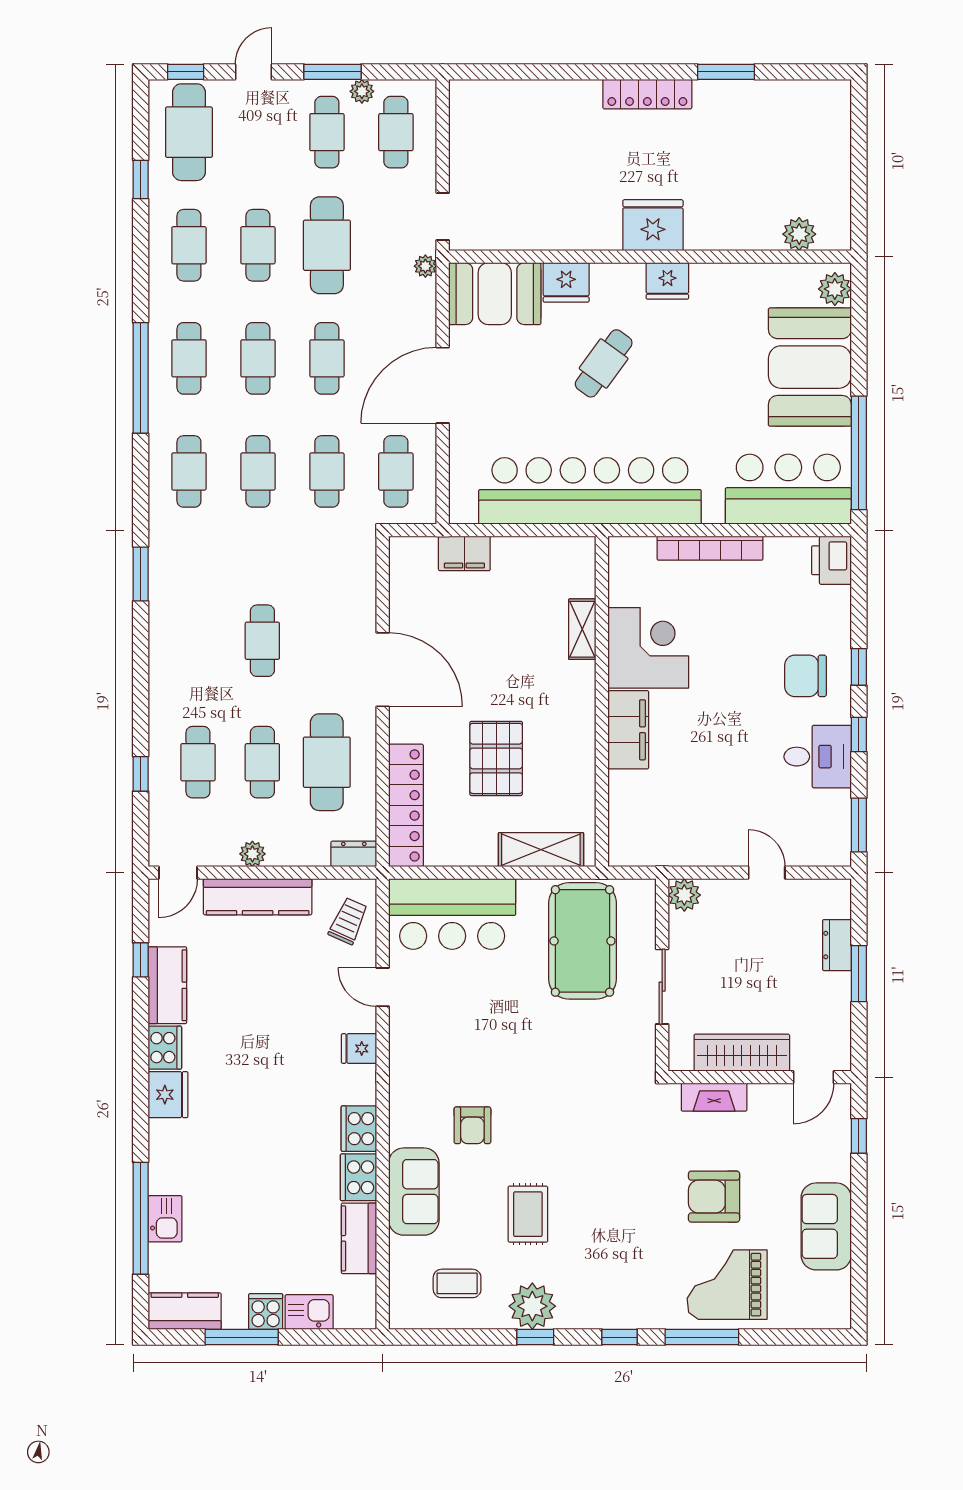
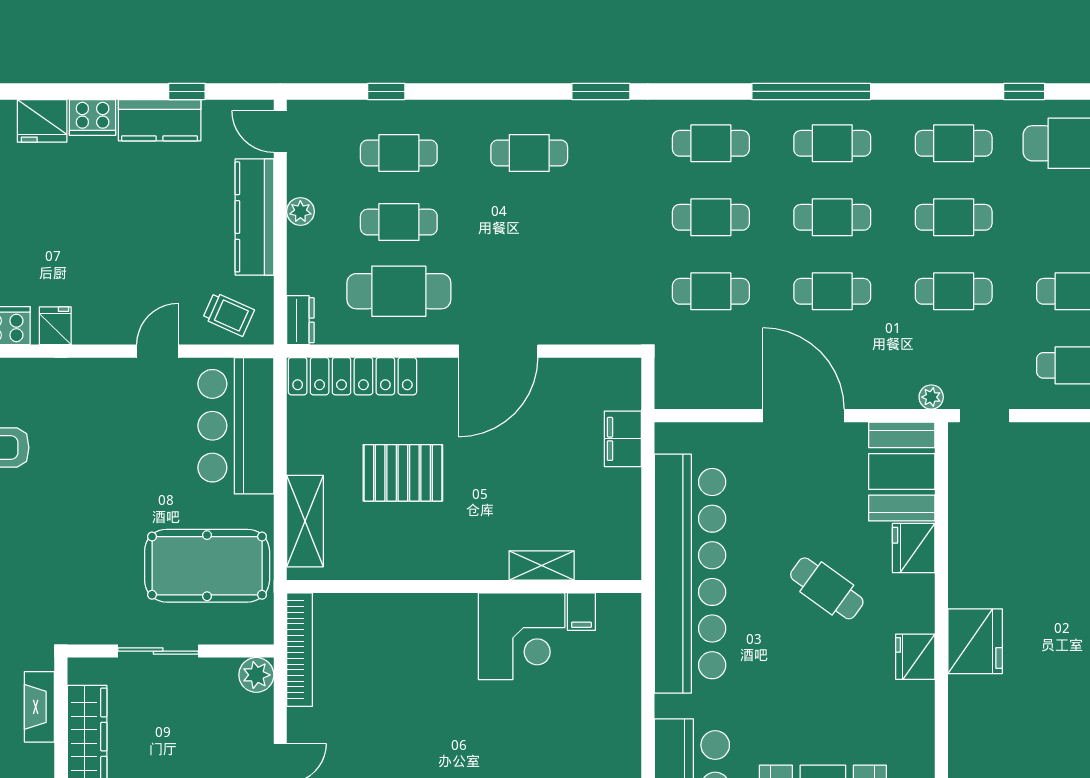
cafe table: (327, 245) -> (954, 291), width x0.73, depth x0.74
cafe table: (396, 471) -> (711, 365), removed
bookcase: (710, 548) -> (300, 650), moved, turned 180
cafe table: (262, 641) -> (529, 153), moved
filing cabinet: (628, 730) -> (581, 612), moved, width x0.33, depth x0.86
fridge: (359, 1049) -> (55, 326), moved

